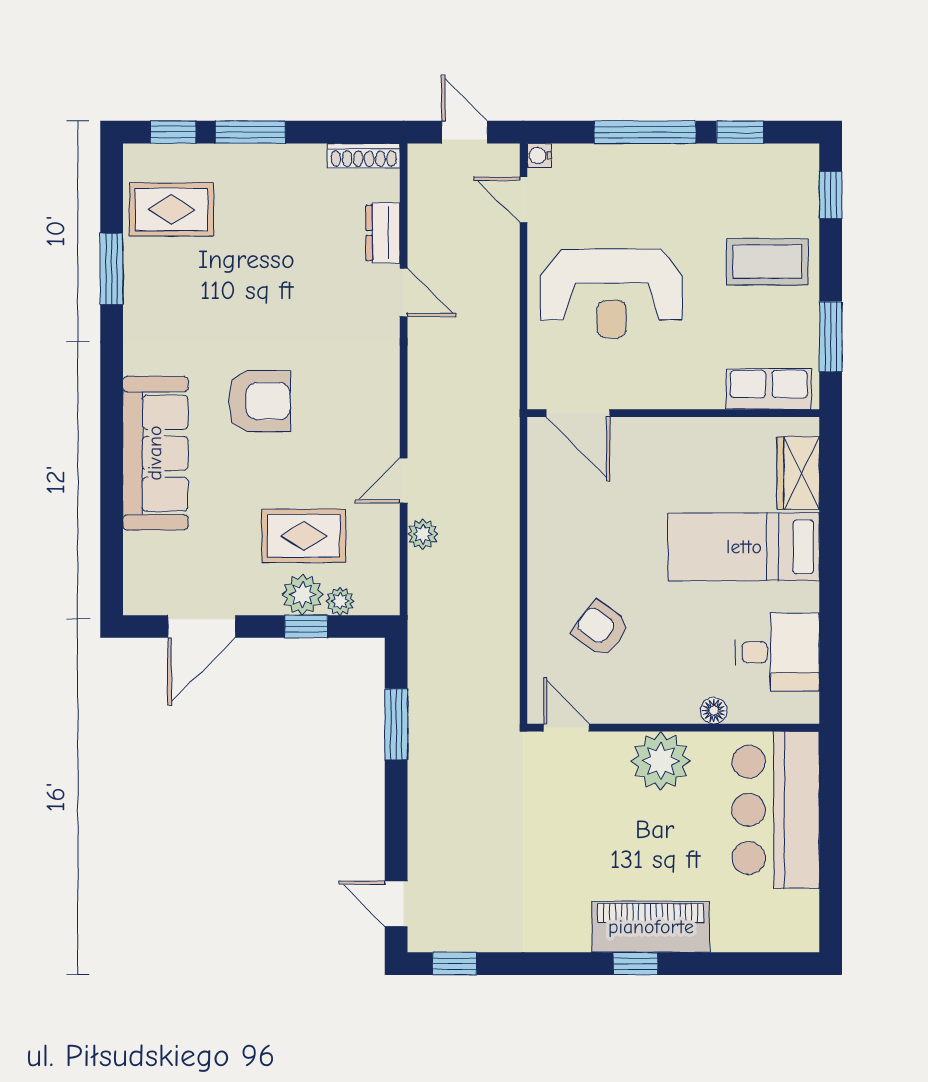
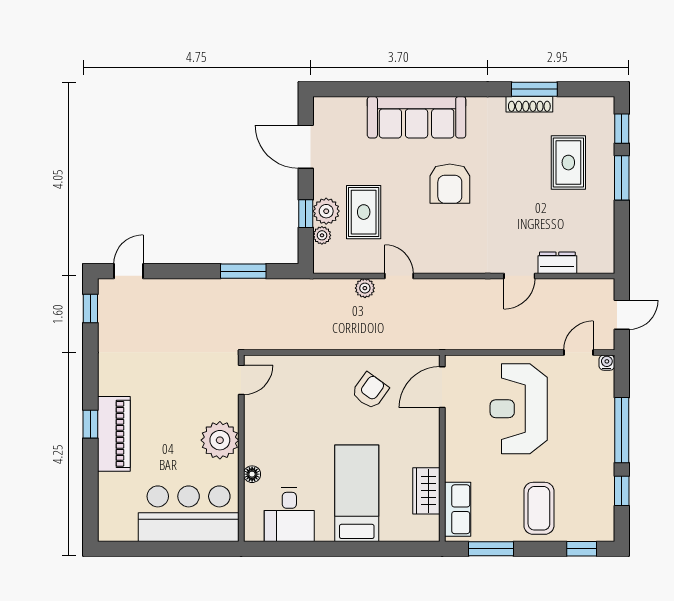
shoe rack: (364, 156) -> (529, 104), moved, turned -90
rug: (172, 209) -> (568, 163), moved
wardrobe: (798, 473) -> (426, 491), moved, turned -90
armchair: (601, 629) -> (370, 391), moved

